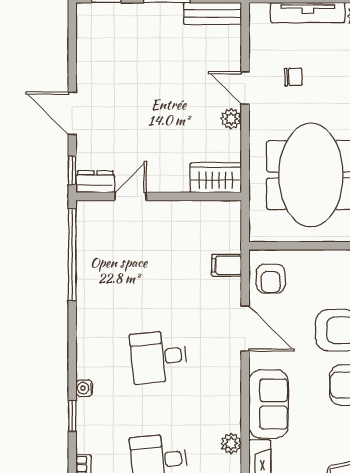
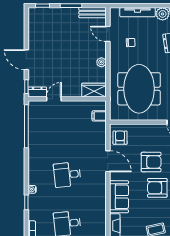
door: (245, 88) -> (108, 34), moved
filing cabinet: (227, 265) -> (99, 116), moved
armchair: (271, 279) -> (120, 138), turned 180
plant: (231, 443) -> (101, 215), removed

